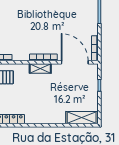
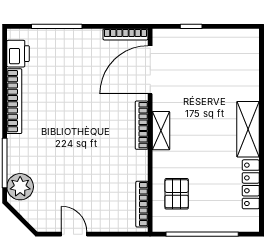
shelving: (82, 118) -> (248, 129), moved

